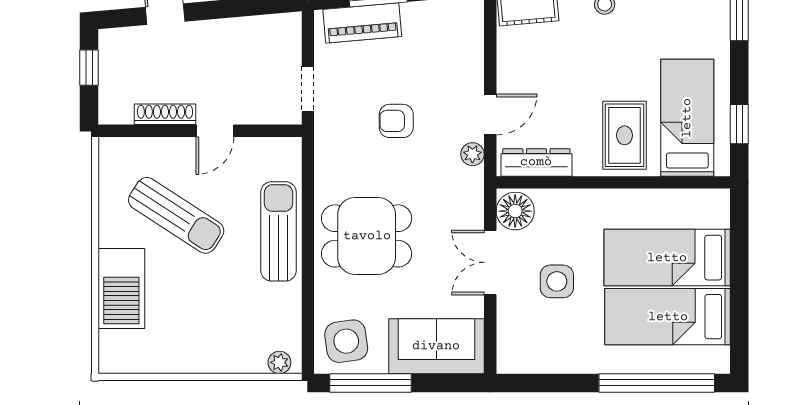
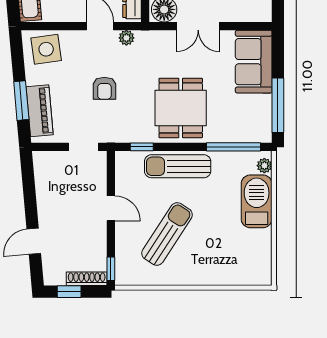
shoe rack: (165, 114) -> (87, 279), moved, turned 90
window: (124, 131) -> (111, 269), added
window: (308, 177) -> (142, 147), added
barbecue: (121, 288) -> (257, 201), moved, turned -90
window: (308, 316) -> (233, 147), added
side table: (346, 341) -> (46, 49), moved

